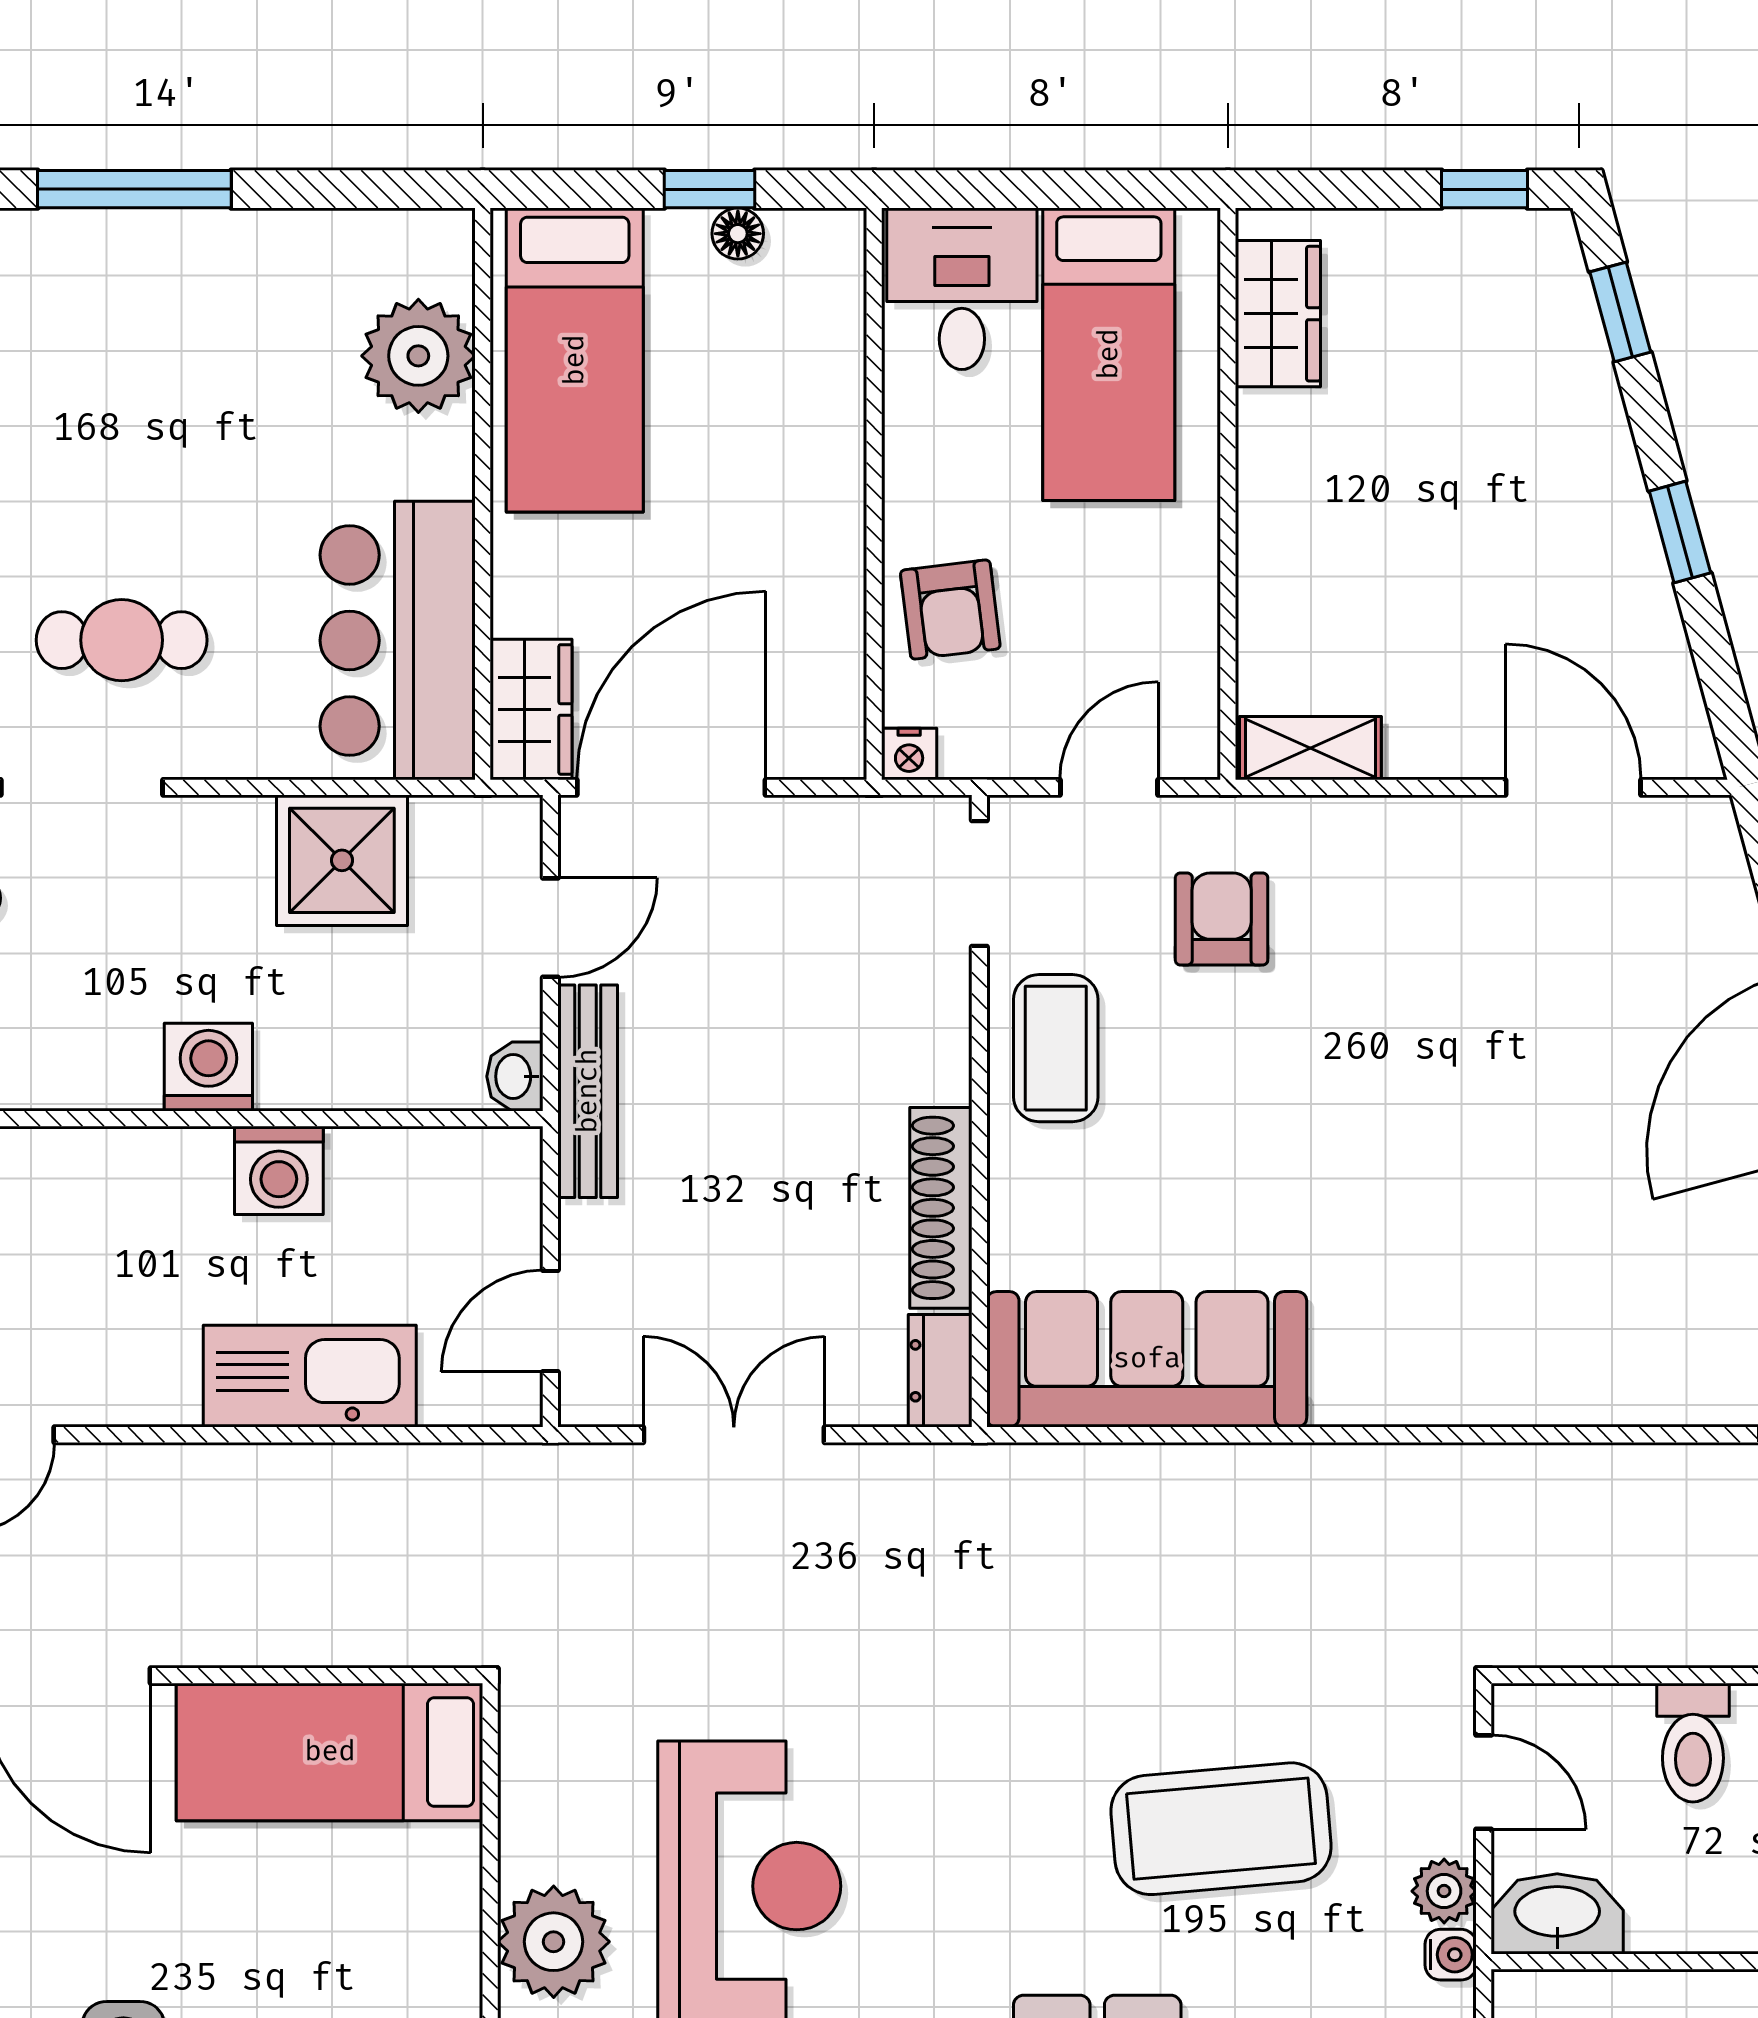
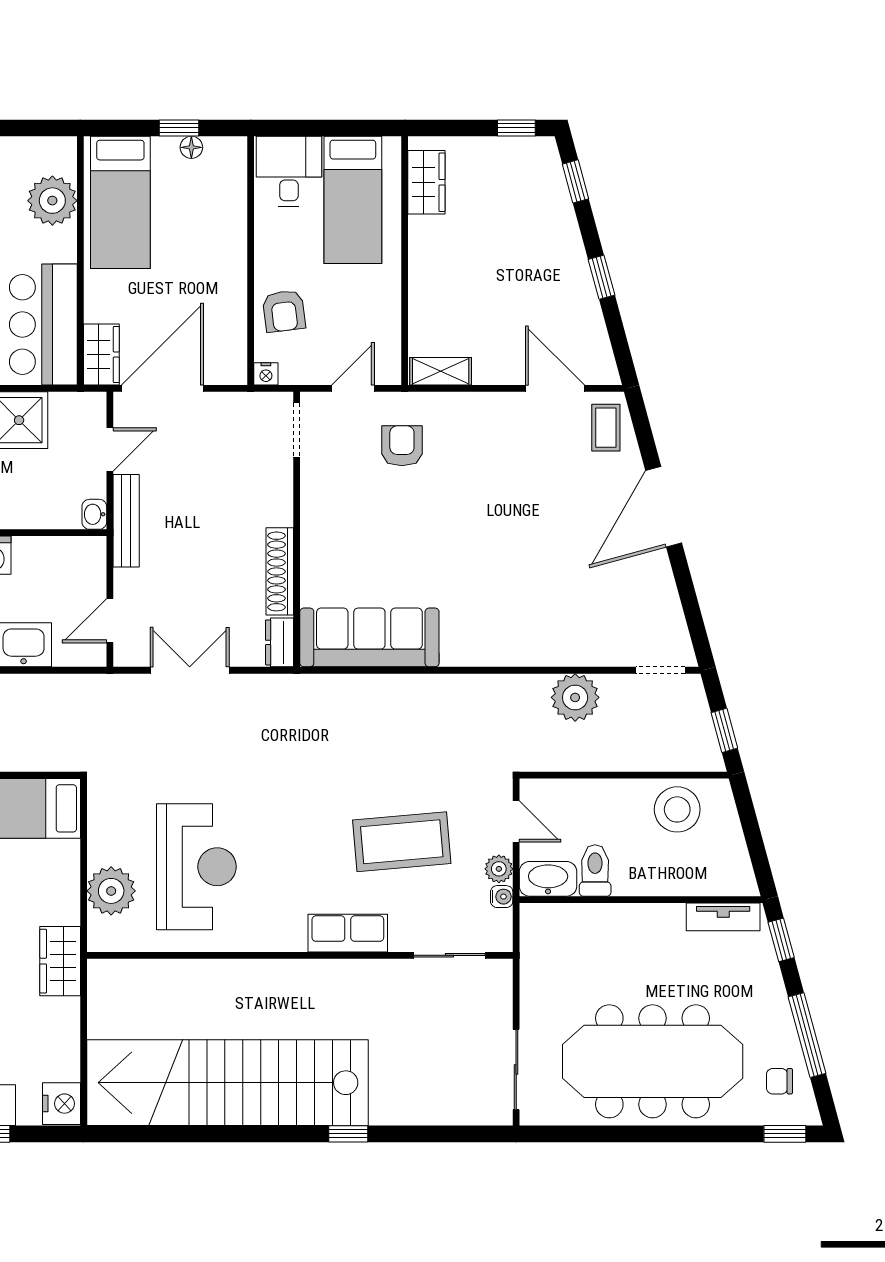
coffee table: (1056, 1048) -> (606, 428), moved, width x0.73, depth x0.77
plant: (1619, 1497) -> (575, 697), added
toilet: (1693, 1743) -> (595, 870), moved, turned 180

